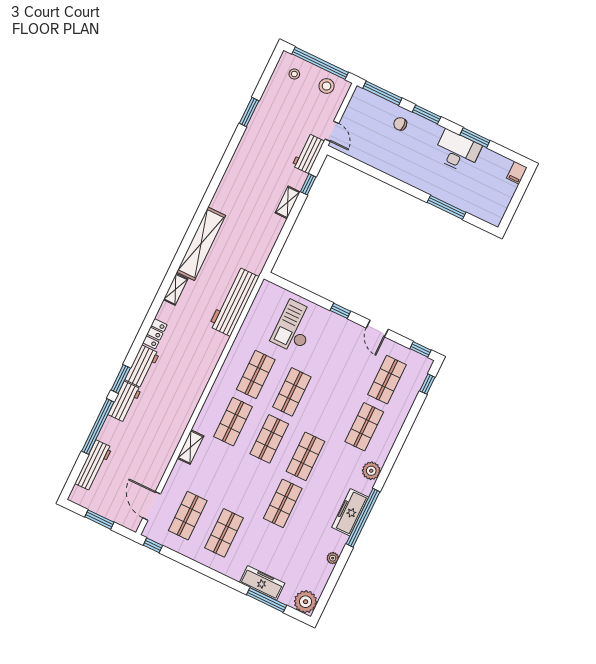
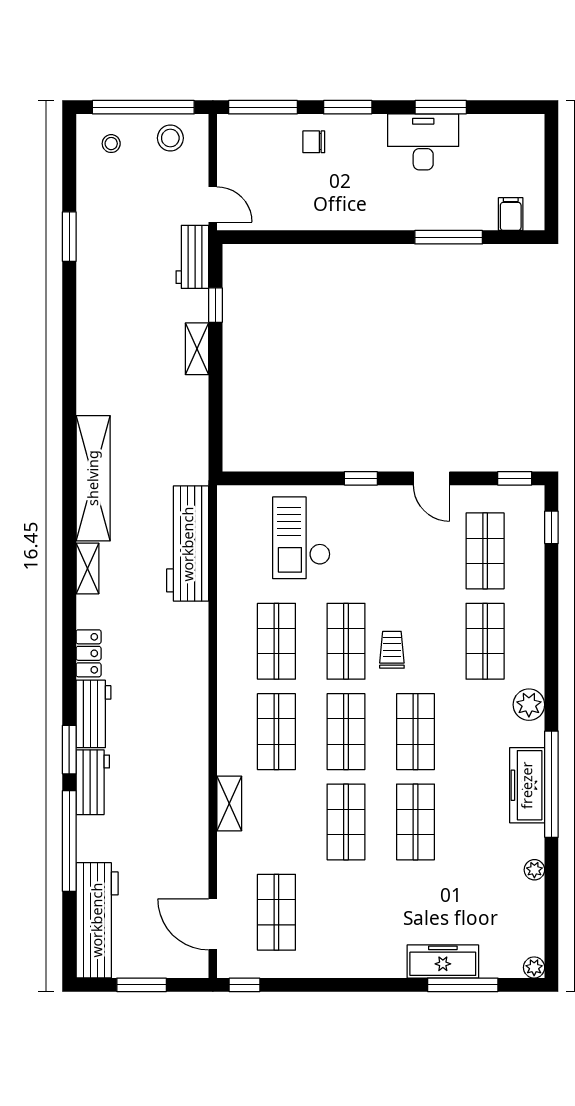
filing cabinet: (517, 173) -> (511, 214), moved, turned 180
trolley: (314, 408) -> (392, 650), added
workbench: (94, 466) -> (97, 920), width x1.36, depth x1.32
shop shelf: (224, 533) -> (346, 822), moved
plant: (306, 602) -> (534, 967), width x0.53, depth x0.53

